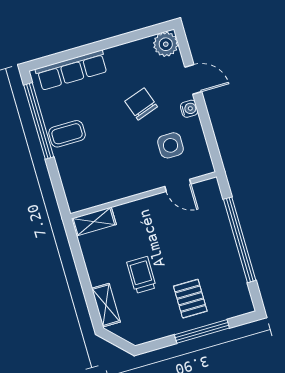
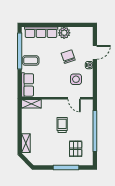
plant: (166, 44) -> (64, 33), moved
door: (193, 79) -> (95, 52), hinge flipped
row of seats: (75, 186) -> (27, 85), added
trolley: (141, 275) -> (62, 125), moved
pallet: (190, 299) -> (76, 149), moved

